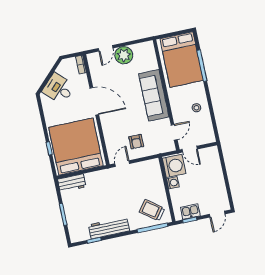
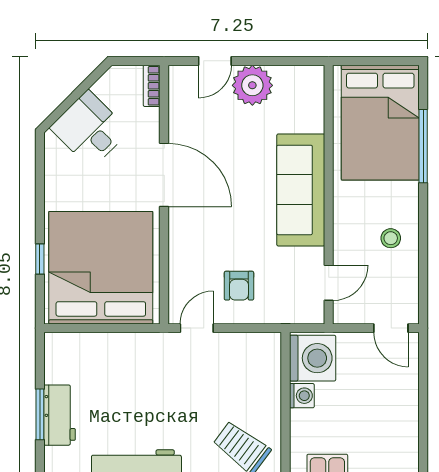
door: (190, 149) -> (391, 328), moved
workbench: (72, 183) -> (60, 415), moved, turned -90

